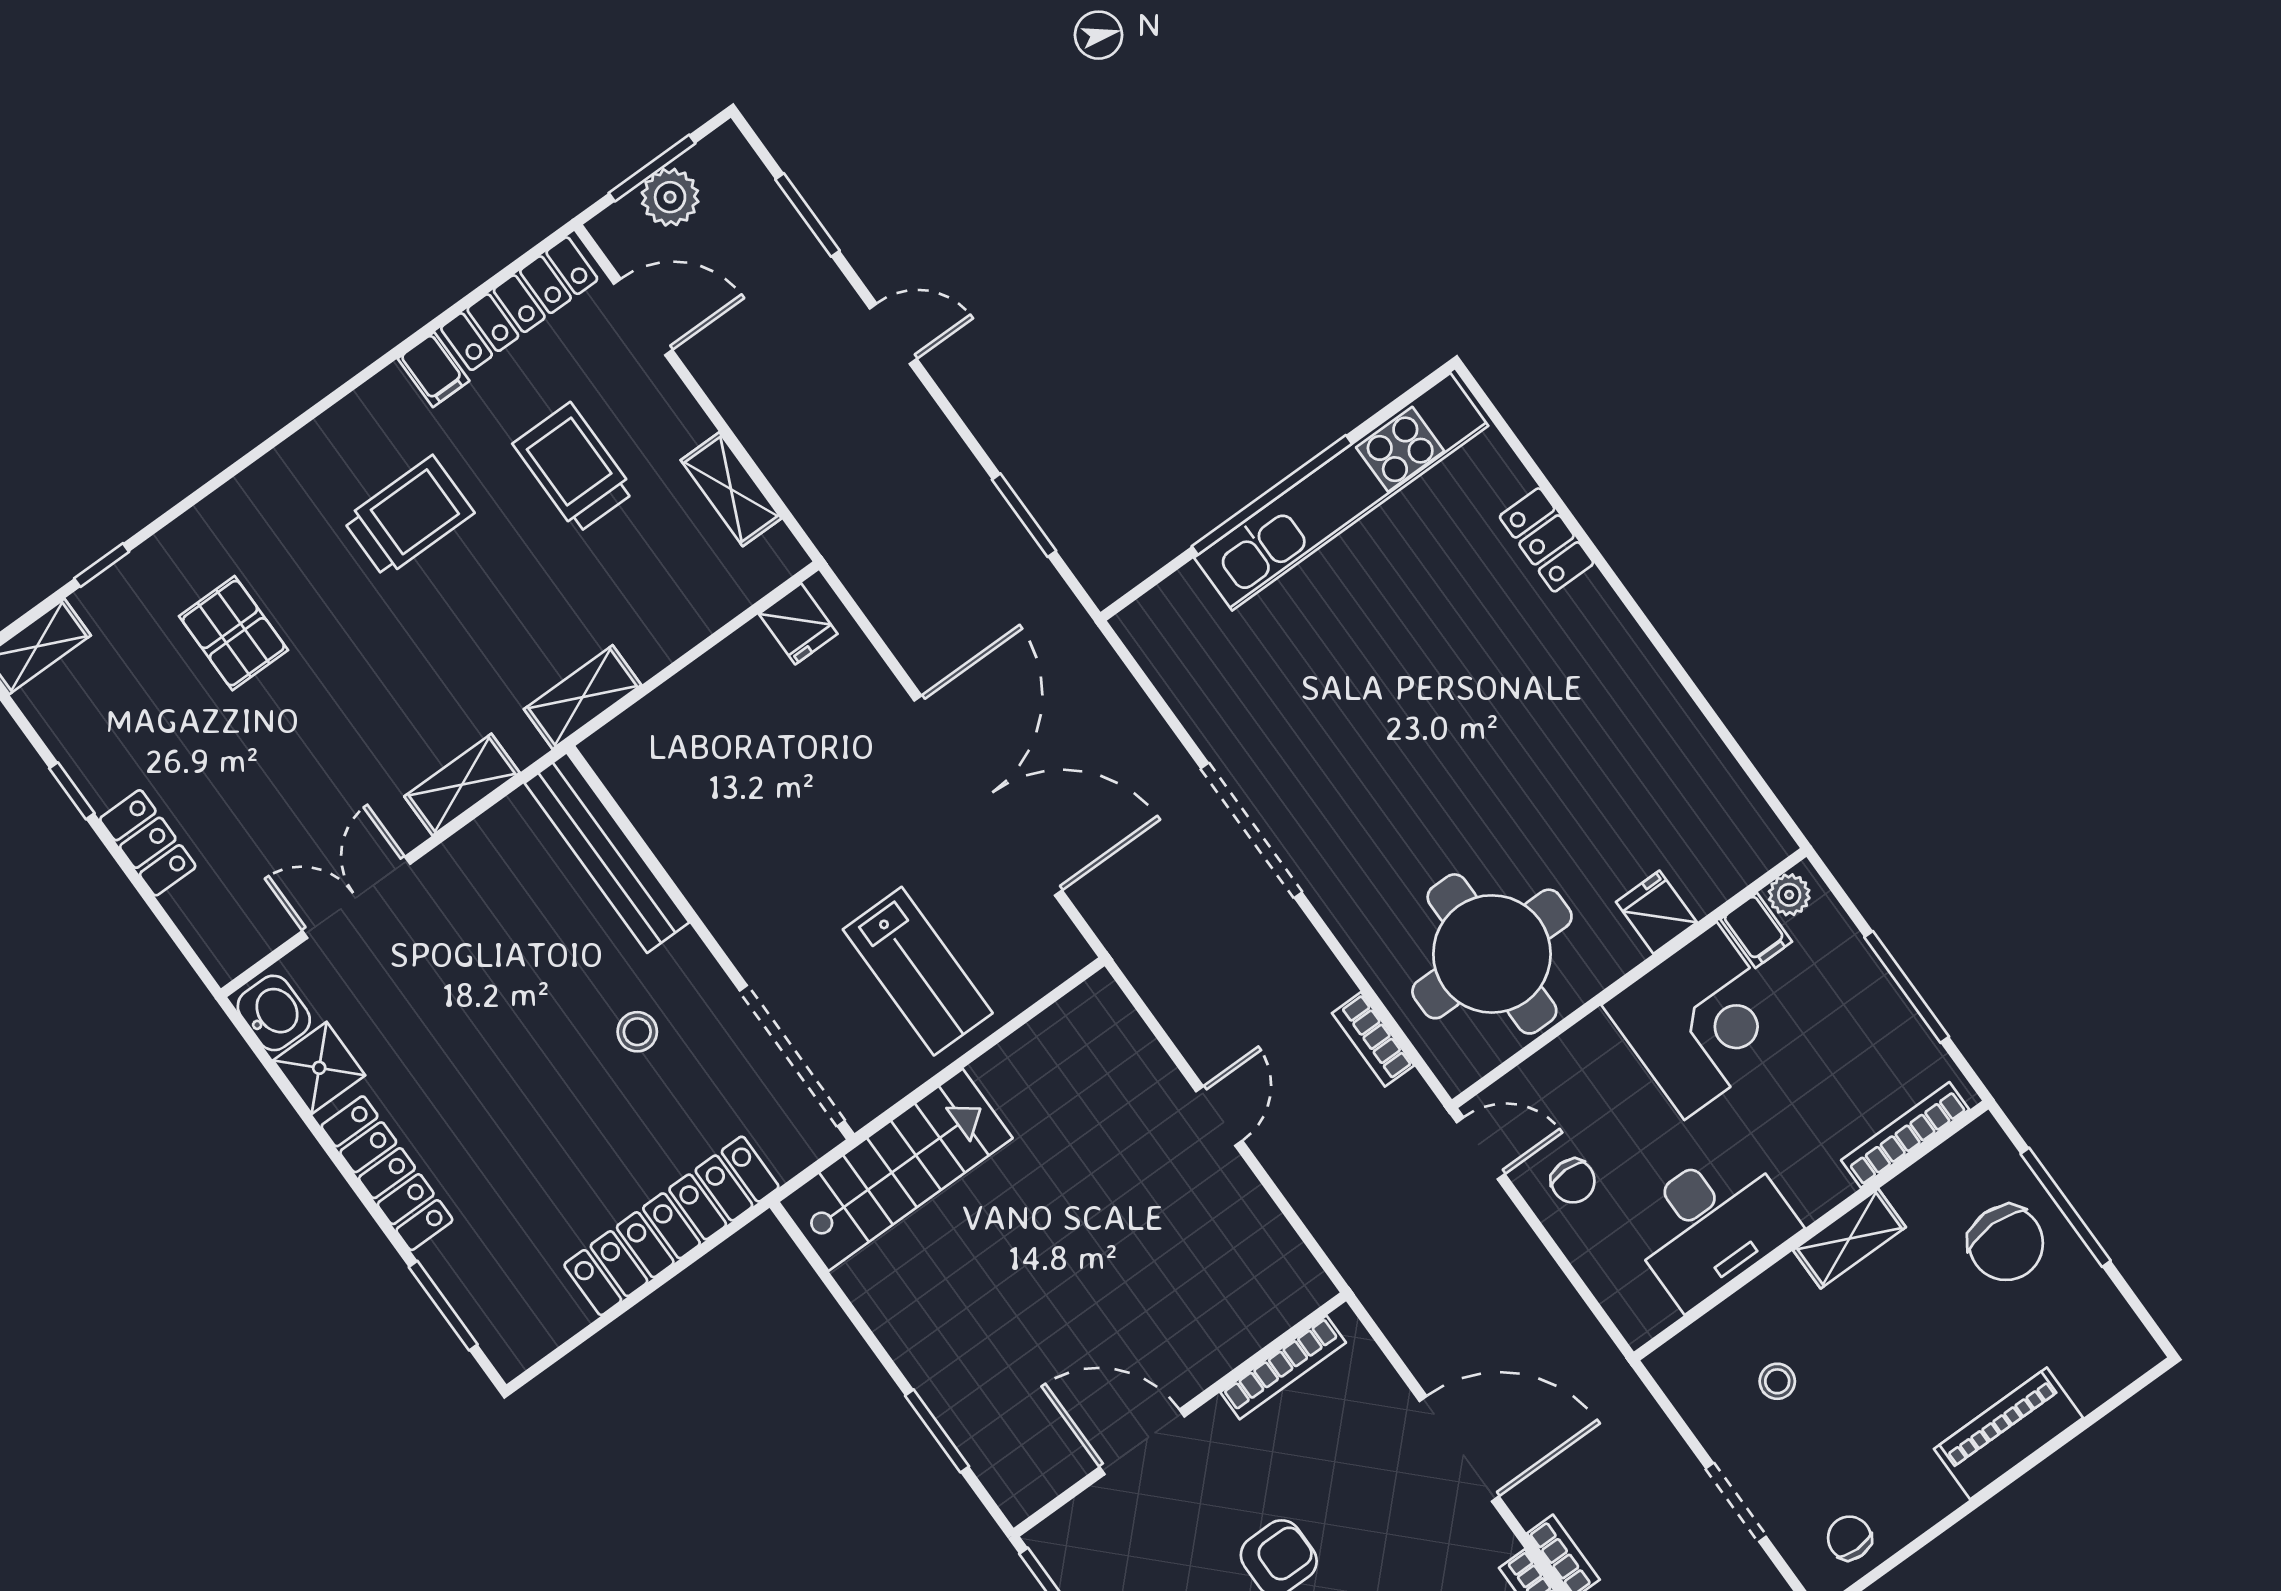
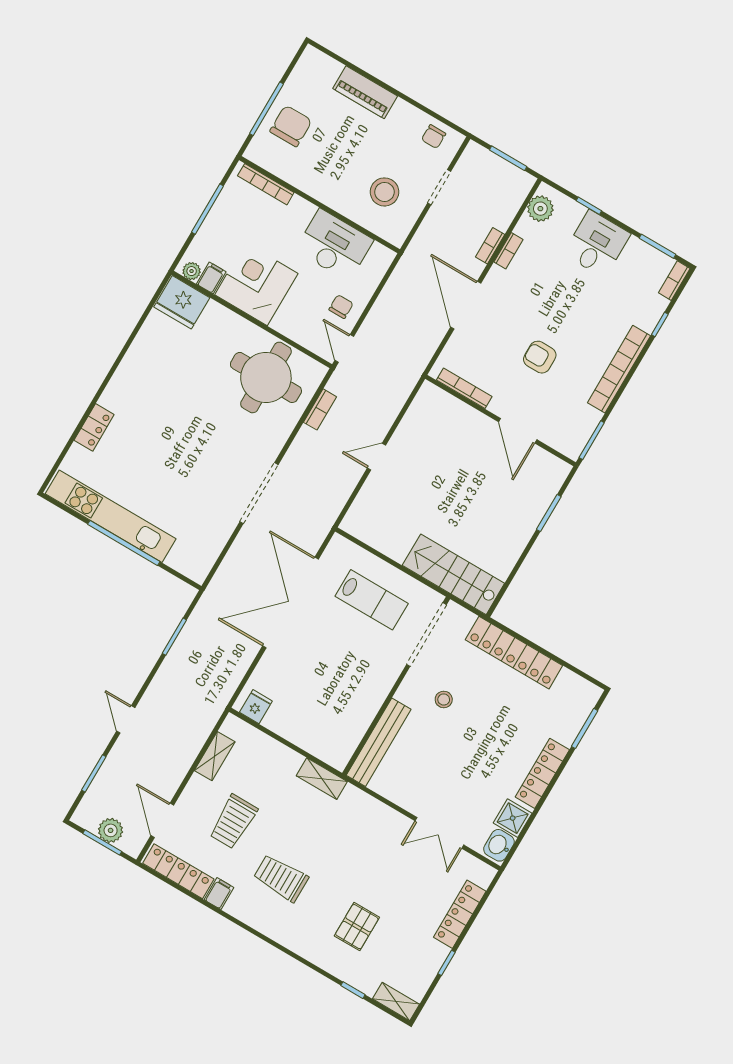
shelving: (462, 785) -> (377, 811), removed
locker: (148, 843) -> (460, 914), width x1.53
fridge: (1656, 912) -> (182, 302), moved, width x1.88, depth x1.34
lab bench: (918, 971) -> (372, 600), turned 90
shelving: (1849, 1239) -> (316, 188), removed
stool: (1777, 1381) -> (385, 192), width x1.89, depth x1.89

